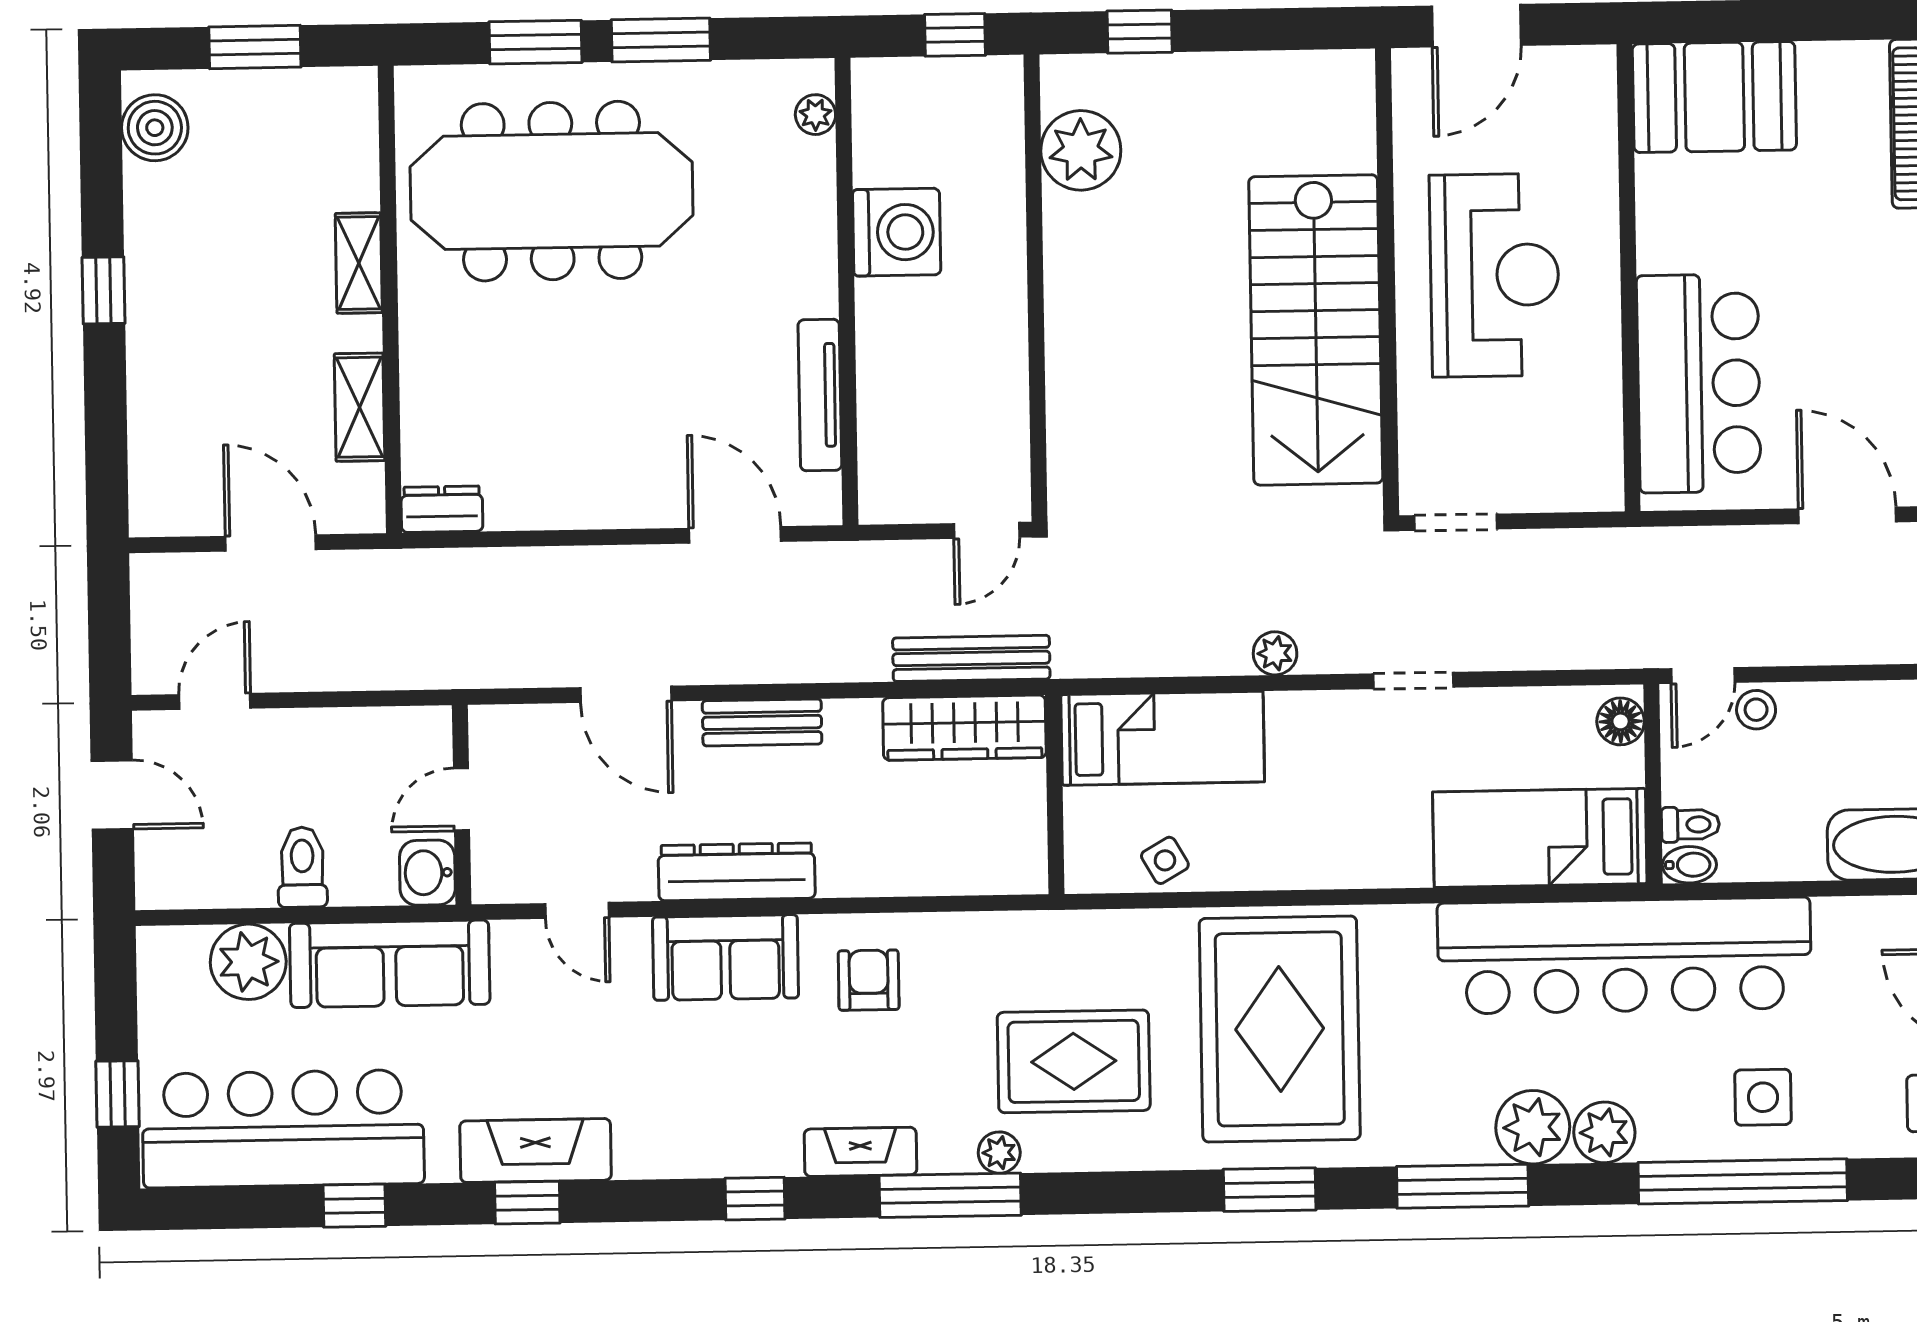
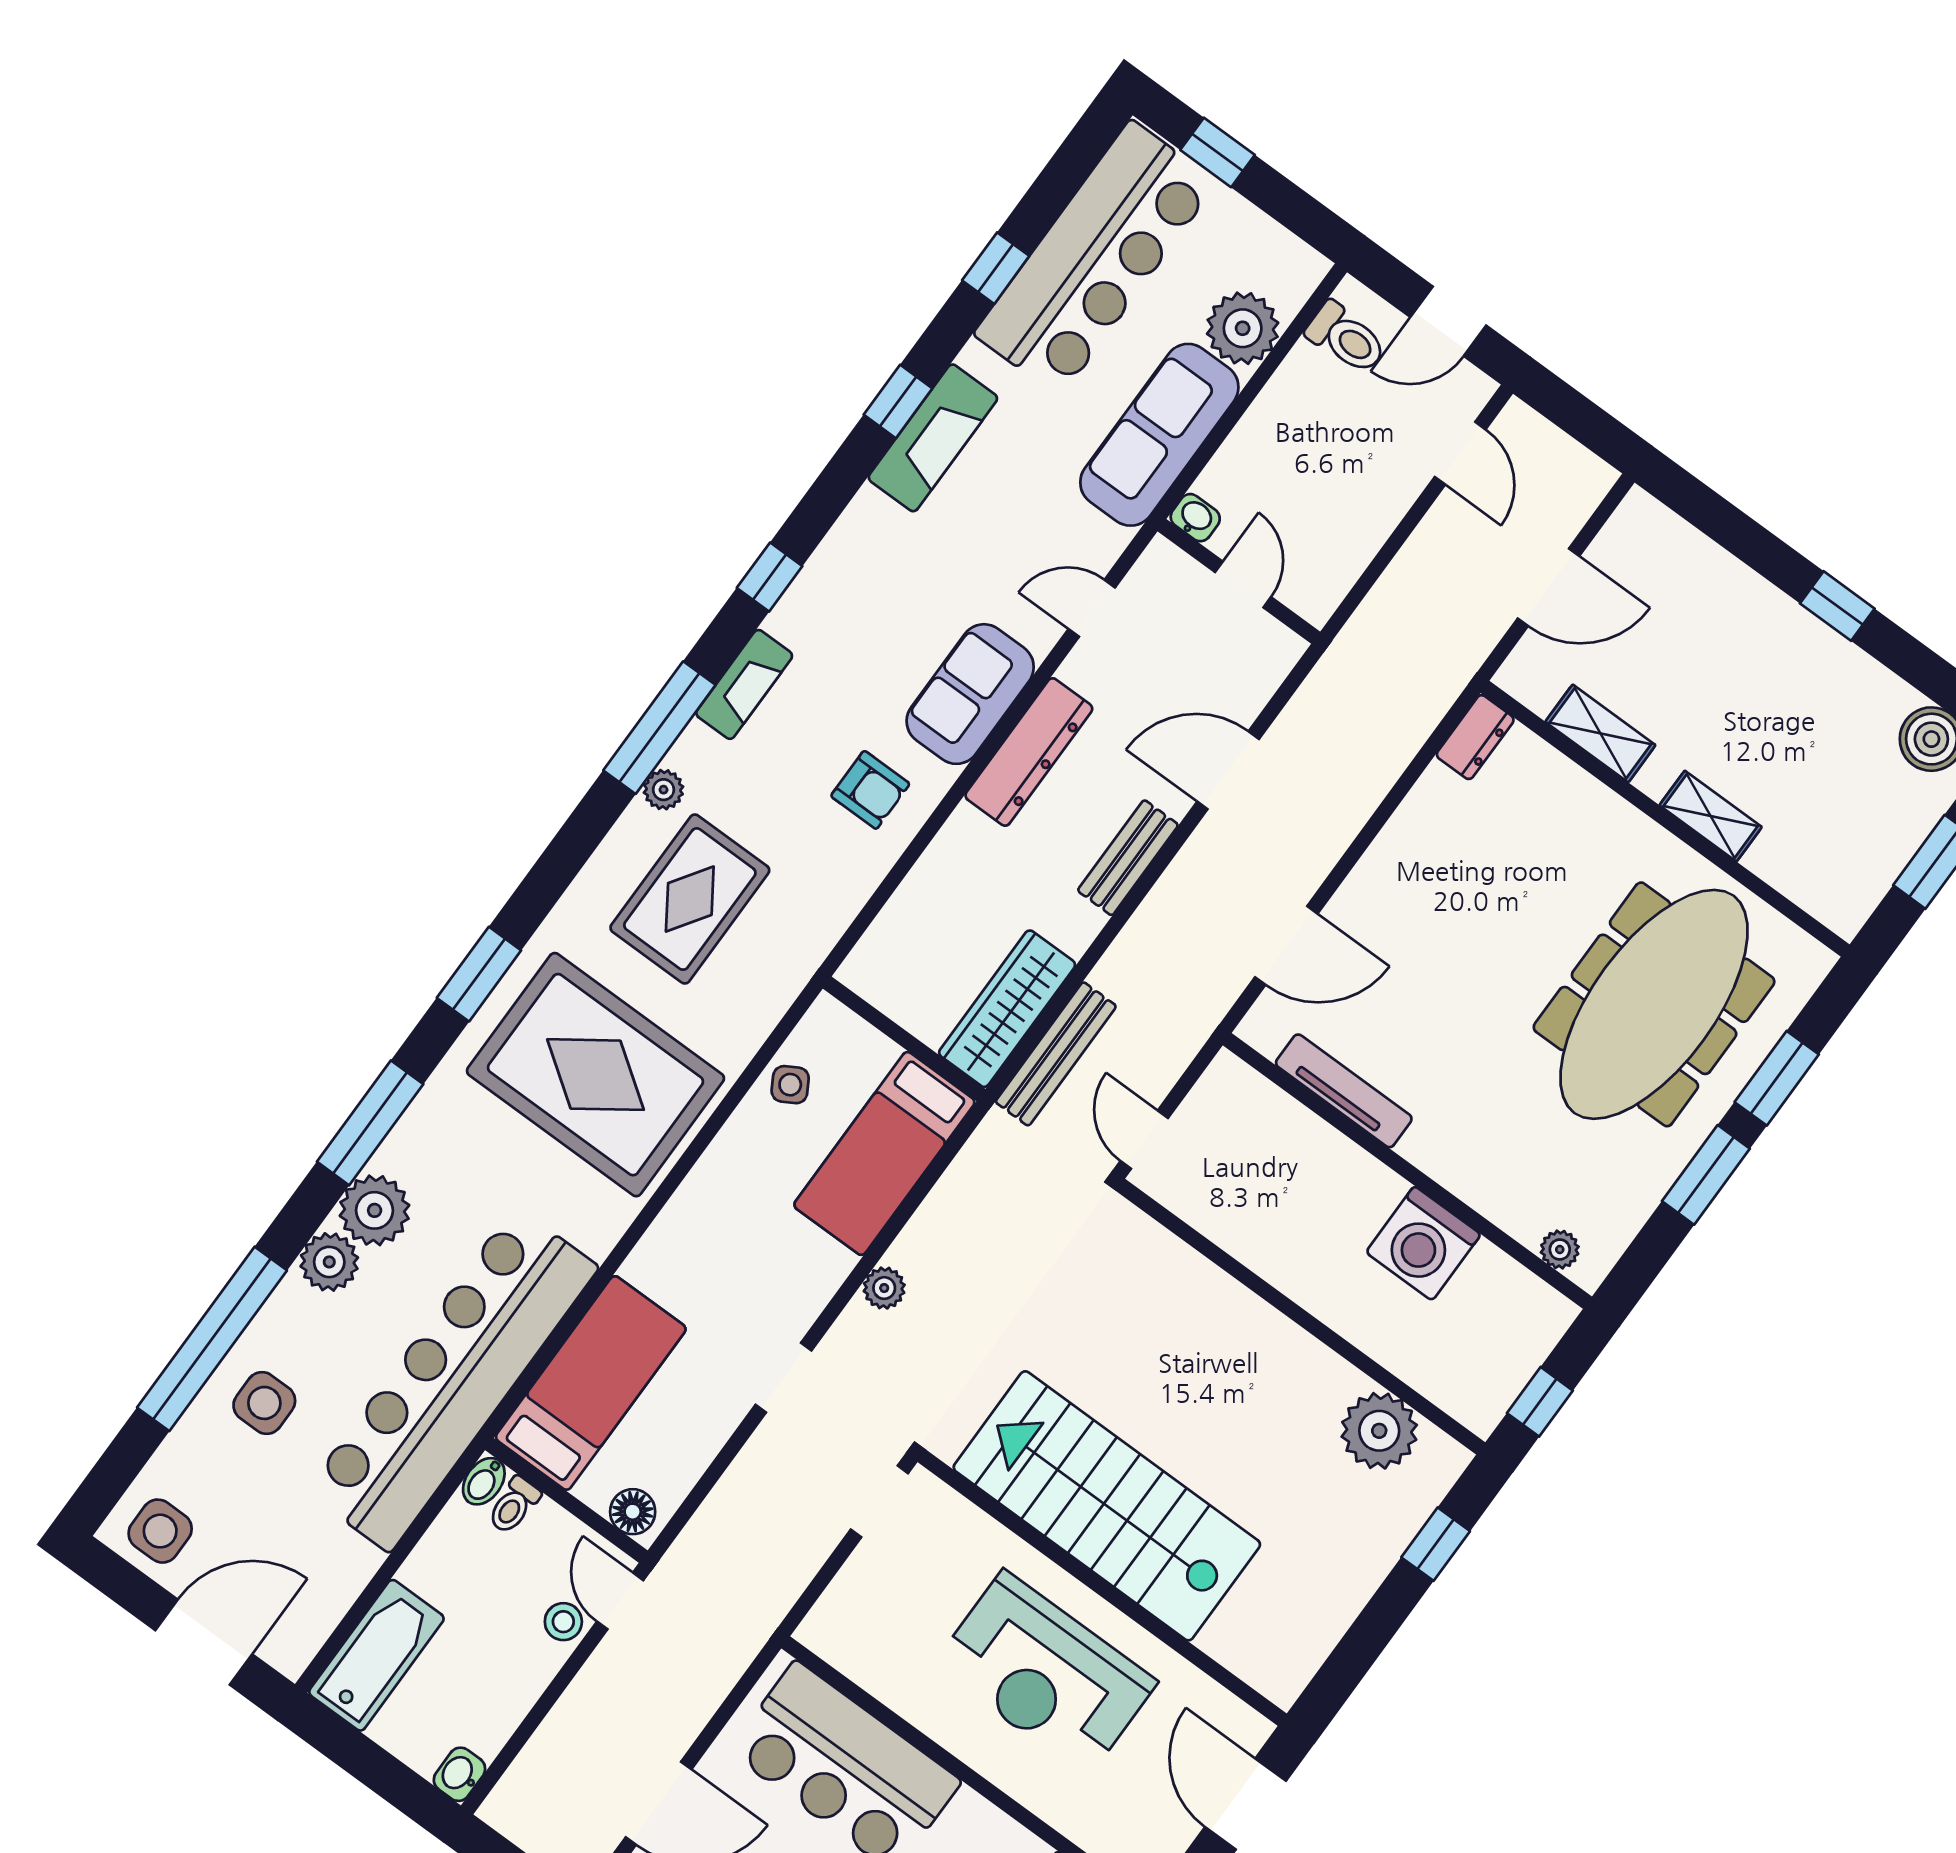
toilet: (302, 867) -> (1346, 338), moved
washbasin: (427, 873) -> (1195, 518), width x0.72, depth x0.69

